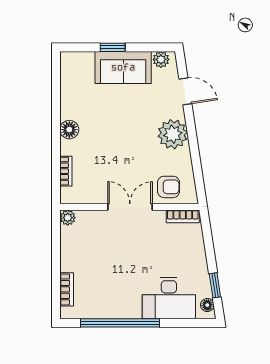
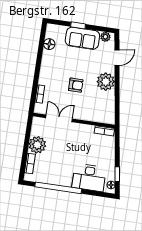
door: (185, 91) -> (117, 58), hinge flipped
floor lamp: (69, 130) -> (49, 44), moved
armchair: (169, 187) -> (76, 85), moved
double door: (130, 207) -> (59, 118), moved
plant: (68, 218) -> (37, 145), moved, width x1.87, depth x1.87

